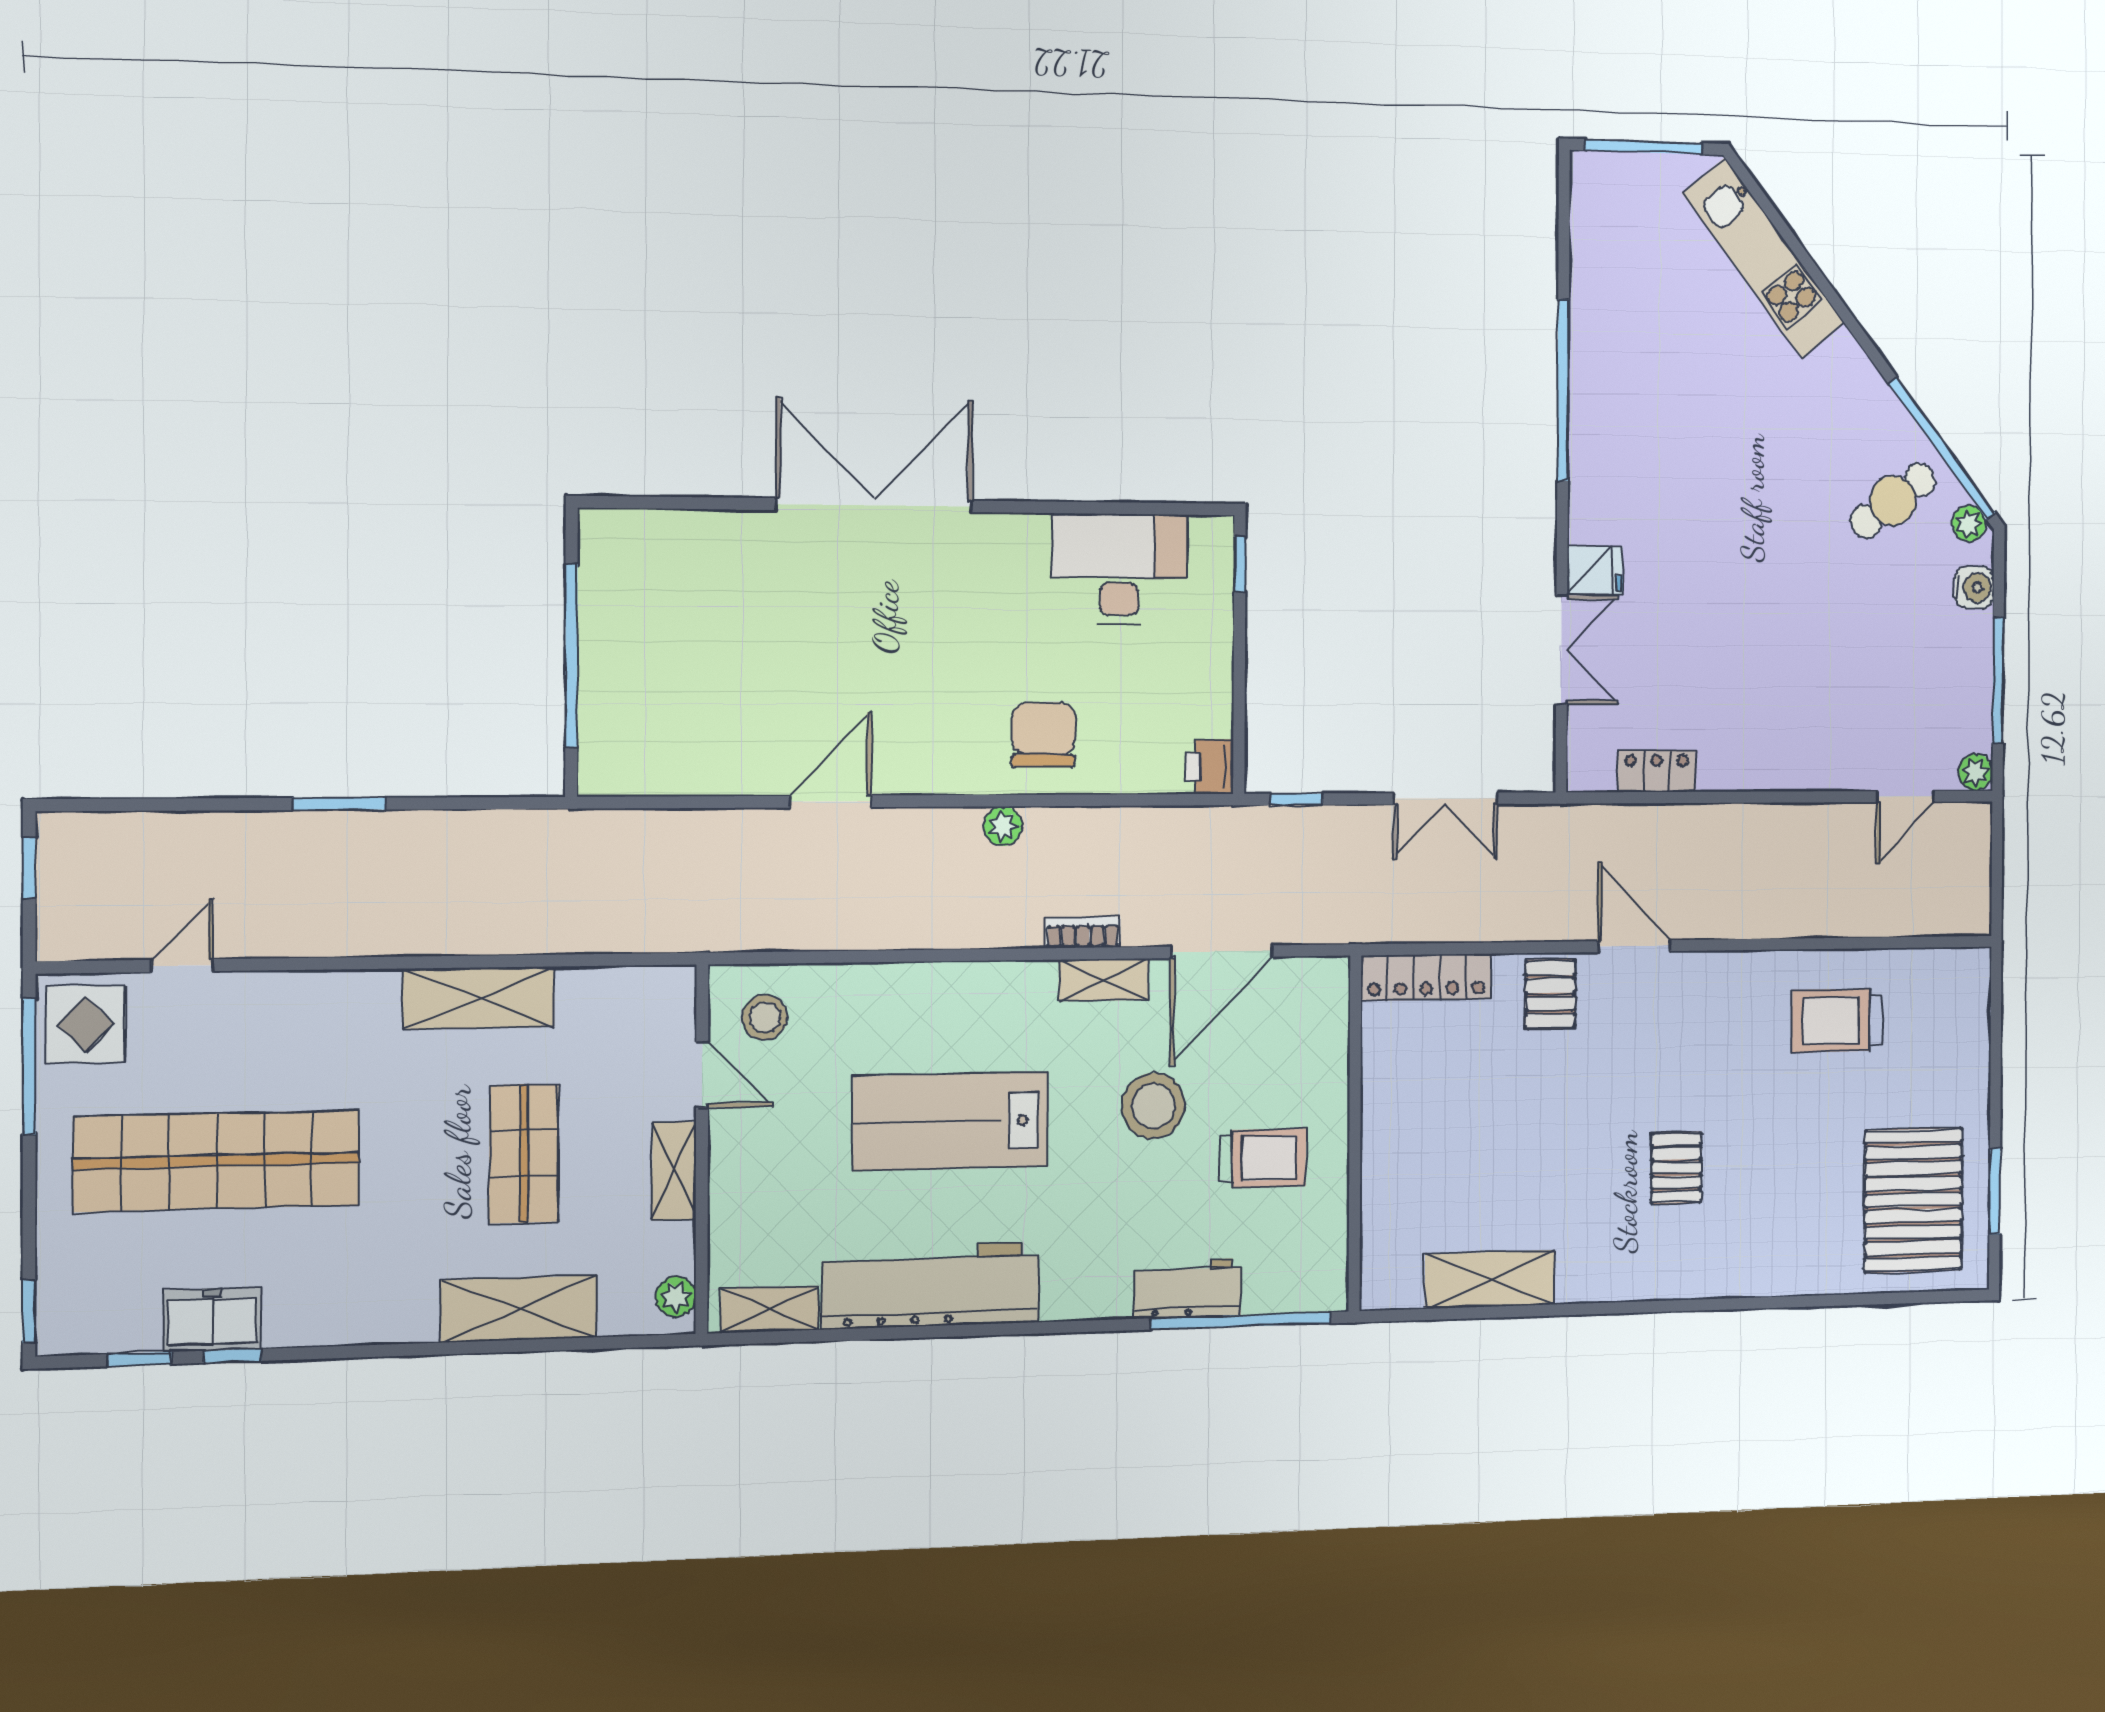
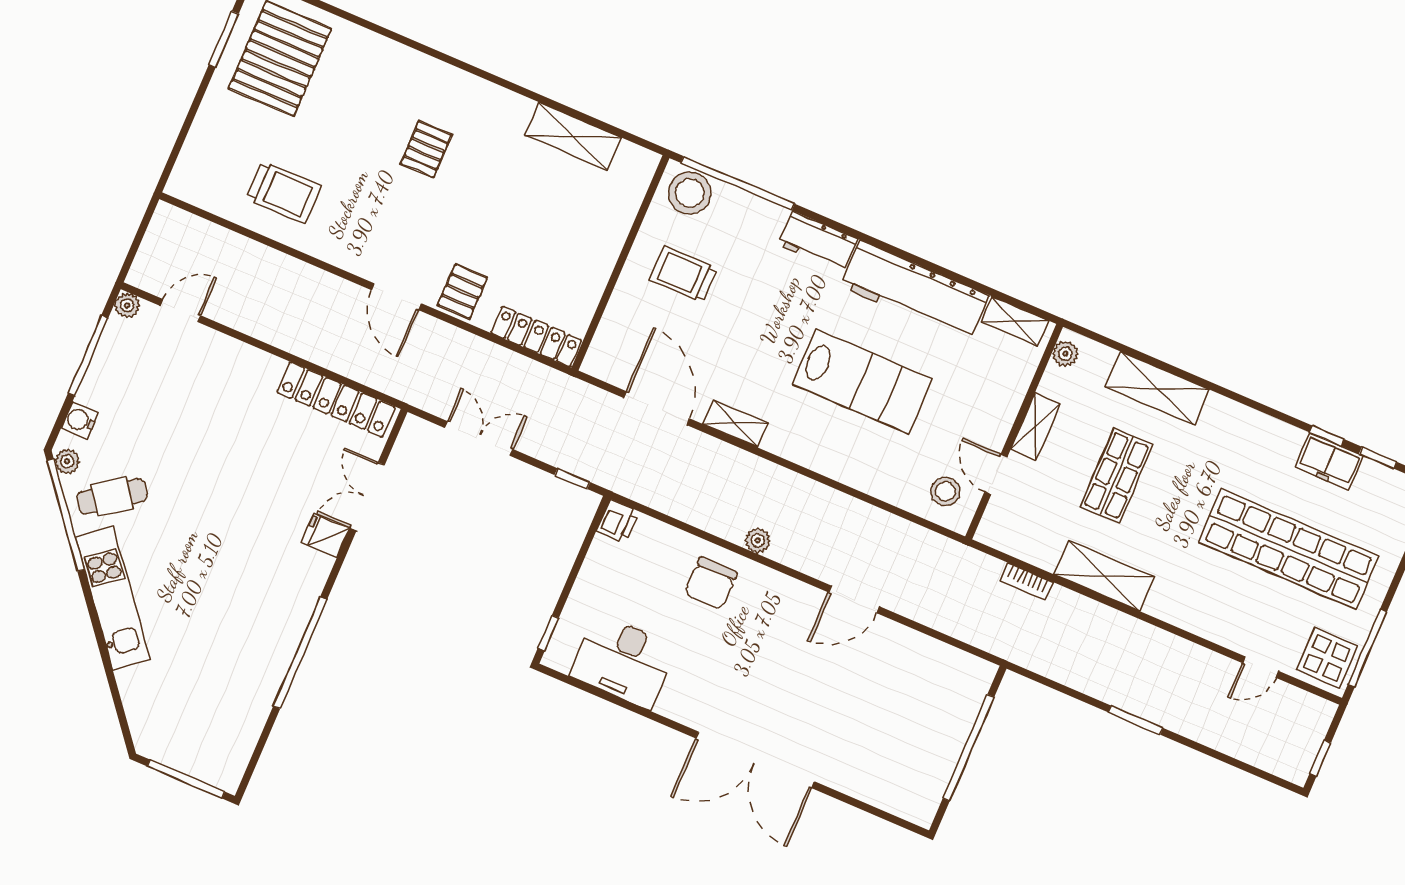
kitchen unit: (1764, 258) -> (113, 598), moved
locker: (1657, 771) -> (336, 400), width x2.16, depth x1.21
bookcase: (1083, 932) -> (1027, 582), moved
door: (1222, 952) -> (656, 408), hinge flipped
stool: (1153, 1106) -> (690, 193), moved
workbench: (1188, 1288) -> (818, 242), moved

